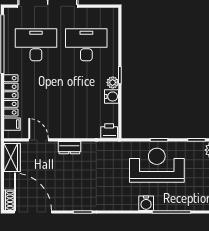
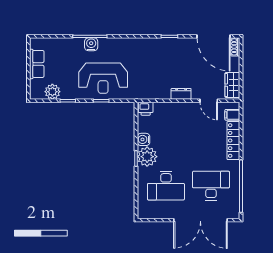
desk: (36, 45) -> (211, 186), turned 180
plant: (113, 82) -> (147, 157), width x1.88, depth x1.88
water cooler: (146, 203) -> (91, 44), moved

